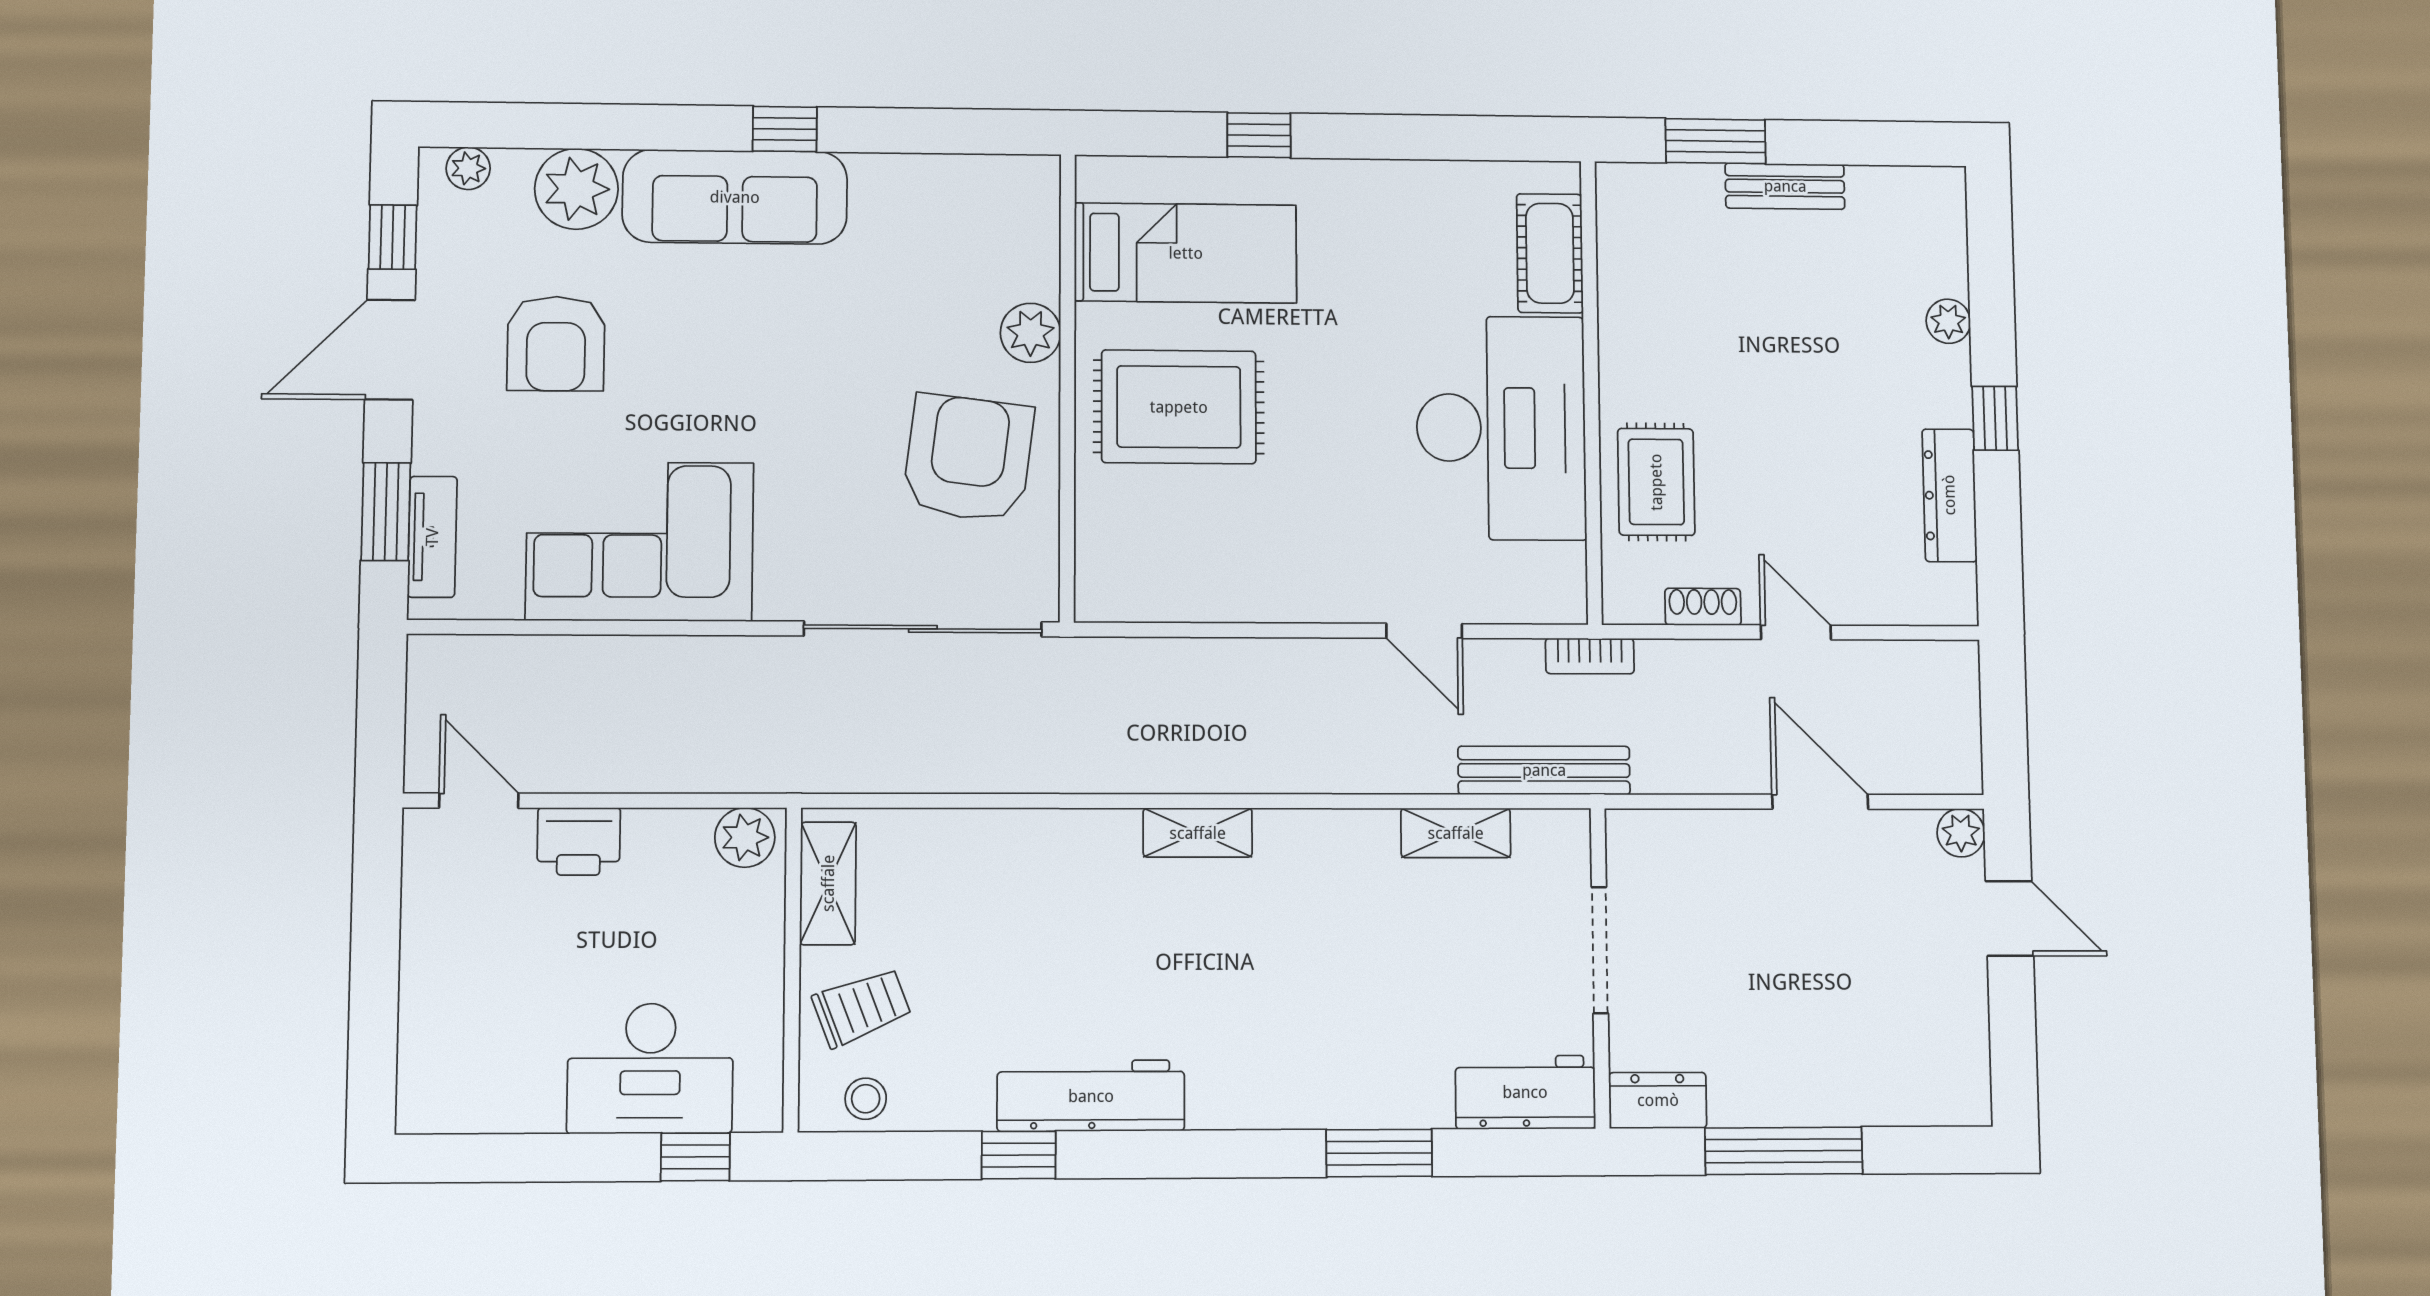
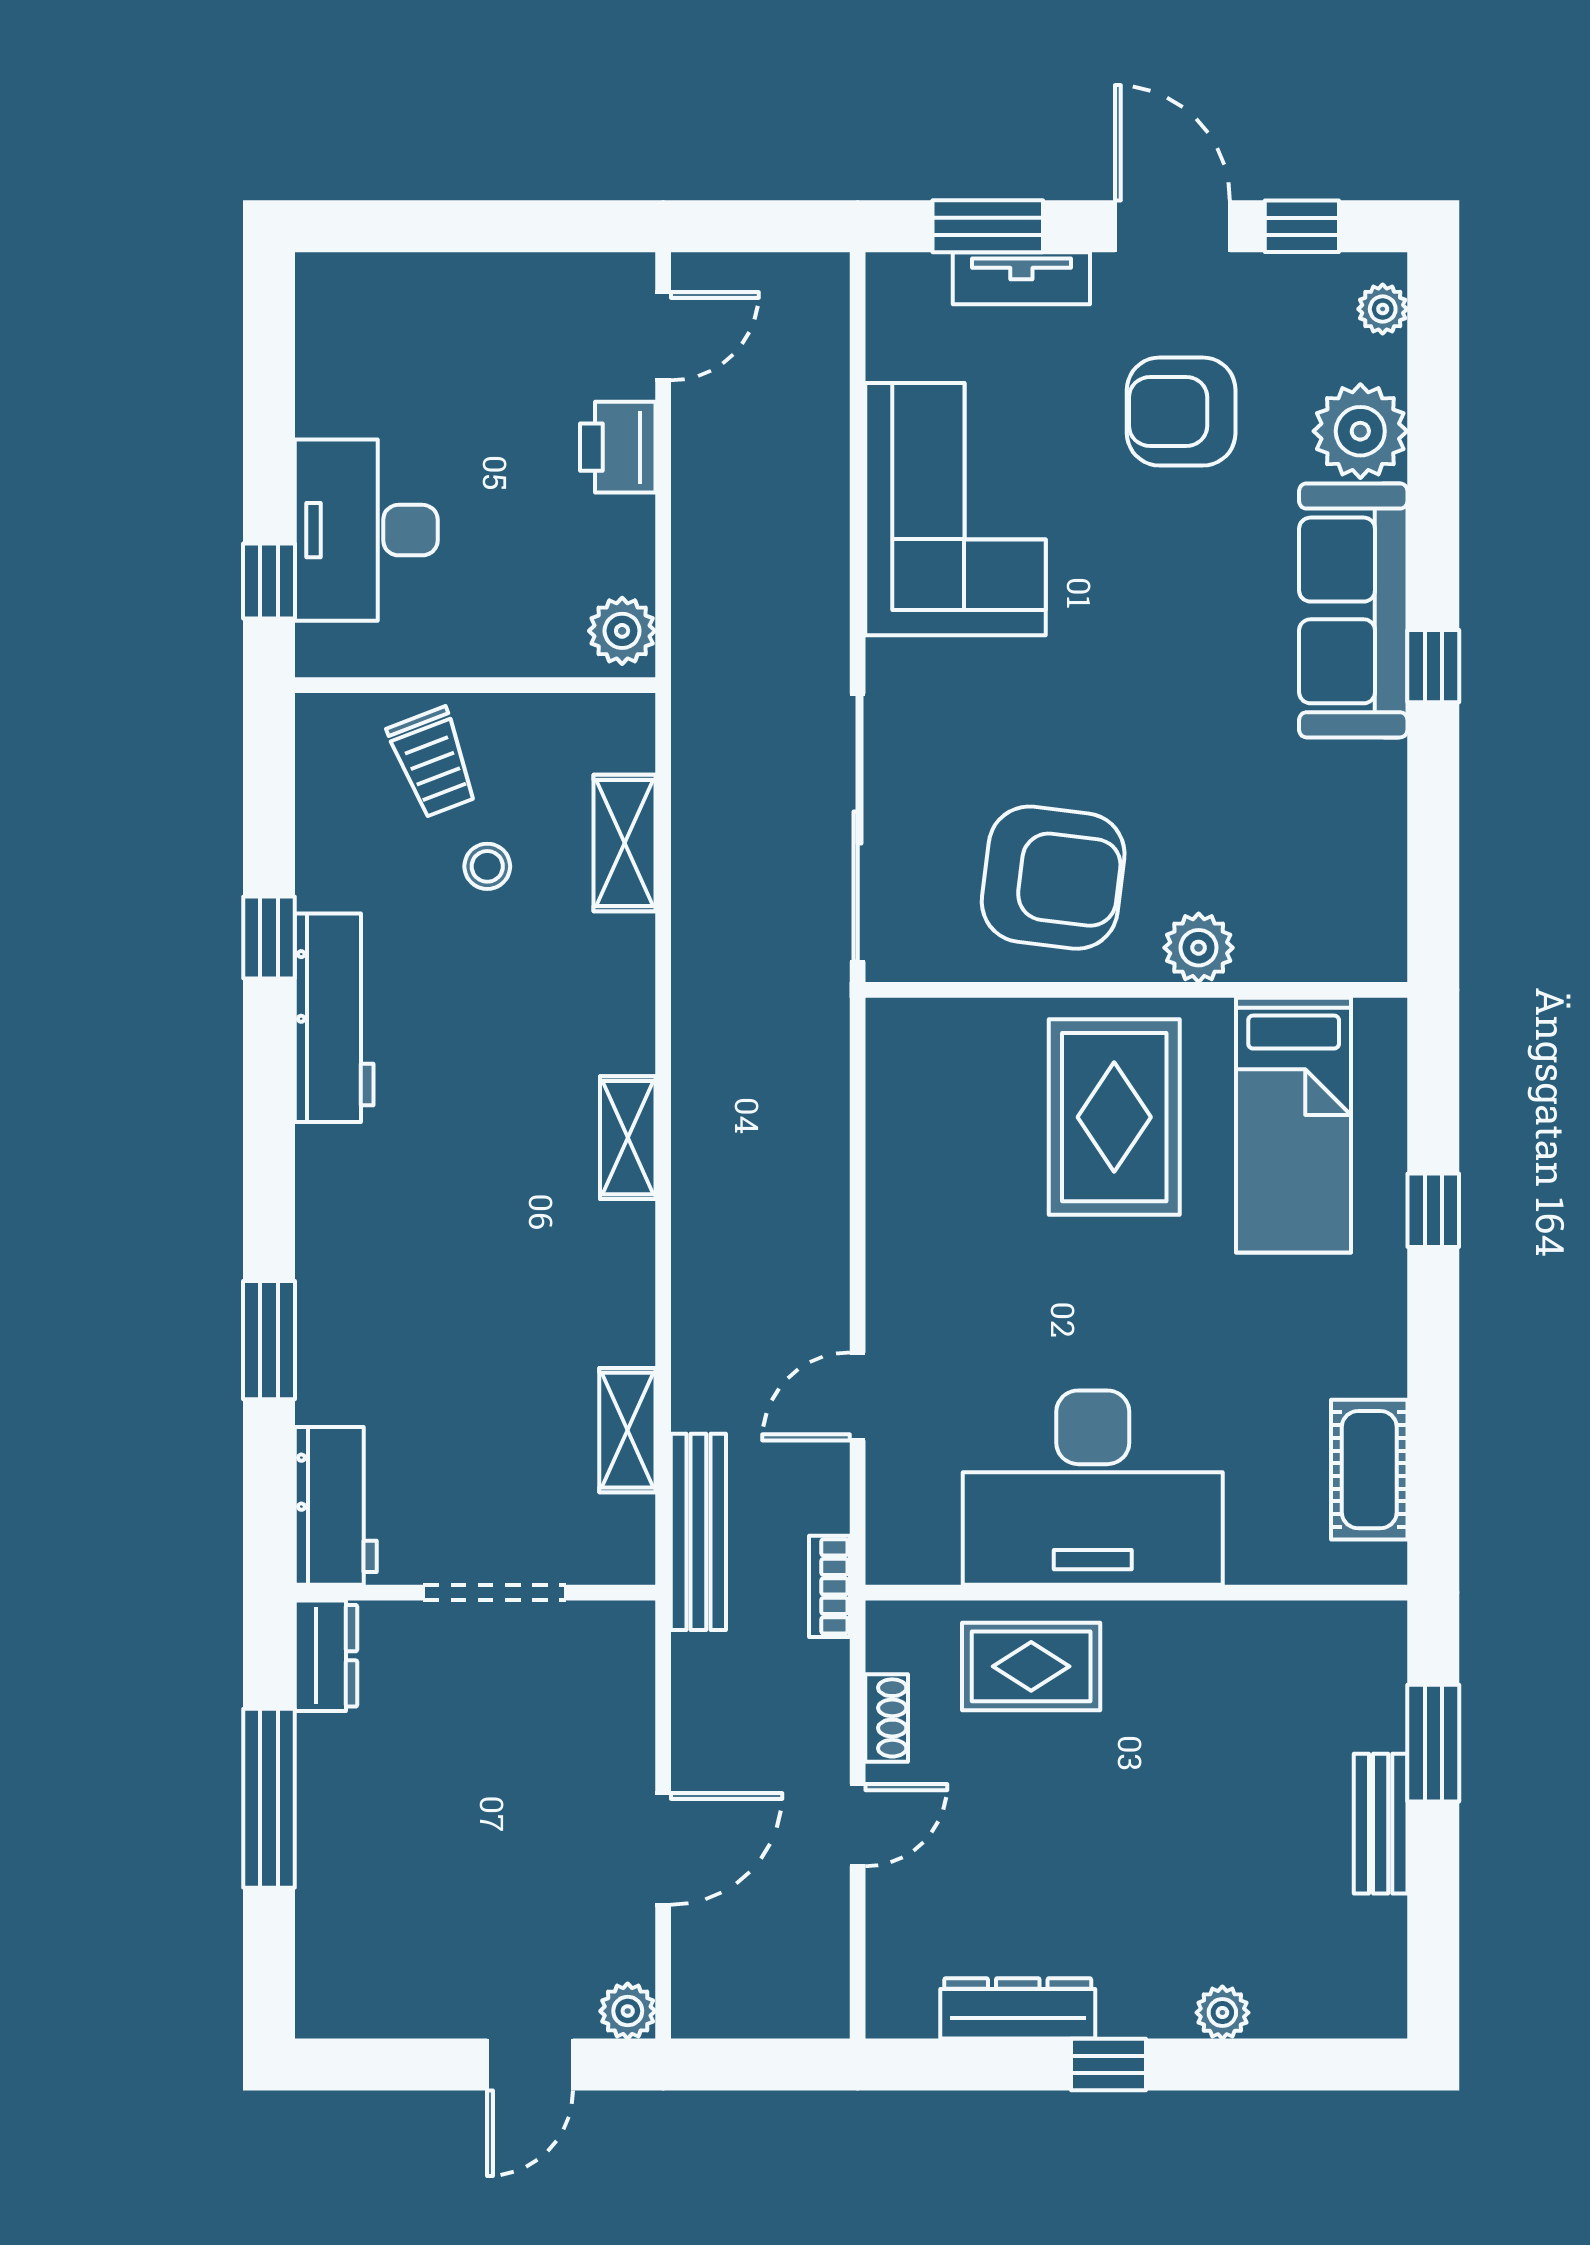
cot: (1550, 253) -> (1369, 1470), moved, turned 90
tv unit: (432, 537) -> (1021, 278), moved
shelving: (828, 883) -> (625, 843), moved, turned 90
stool: (866, 1099) -> (487, 866), moved

